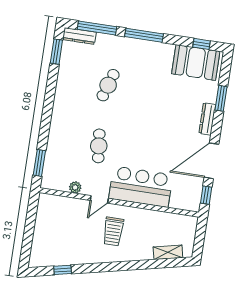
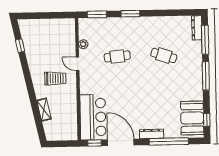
window: (56, 52) -> (130, 14), moved
window: (221, 98) -> (169, 141), width x2.11
bar counter: (141, 187) -> (93, 117), moved
trolley: (113, 231) -> (55, 78), turned 180
shelving: (168, 252) -> (44, 110), moved

